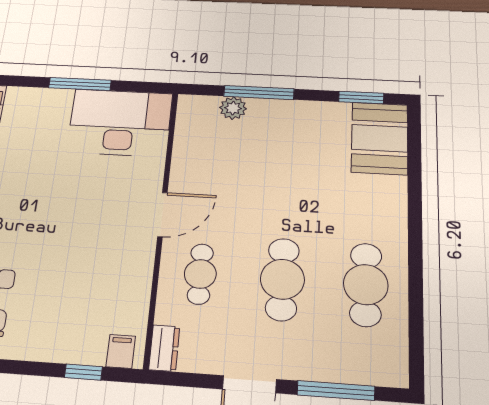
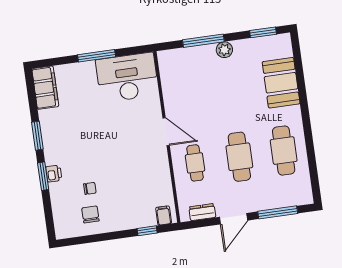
plant: (233, 108) -> (224, 50), moved
booth: (380, 138) -> (281, 83), moved
door: (162, 215) -> (166, 132), hinge flipped
dresser: (164, 348) -> (202, 212), moved, turned -90

